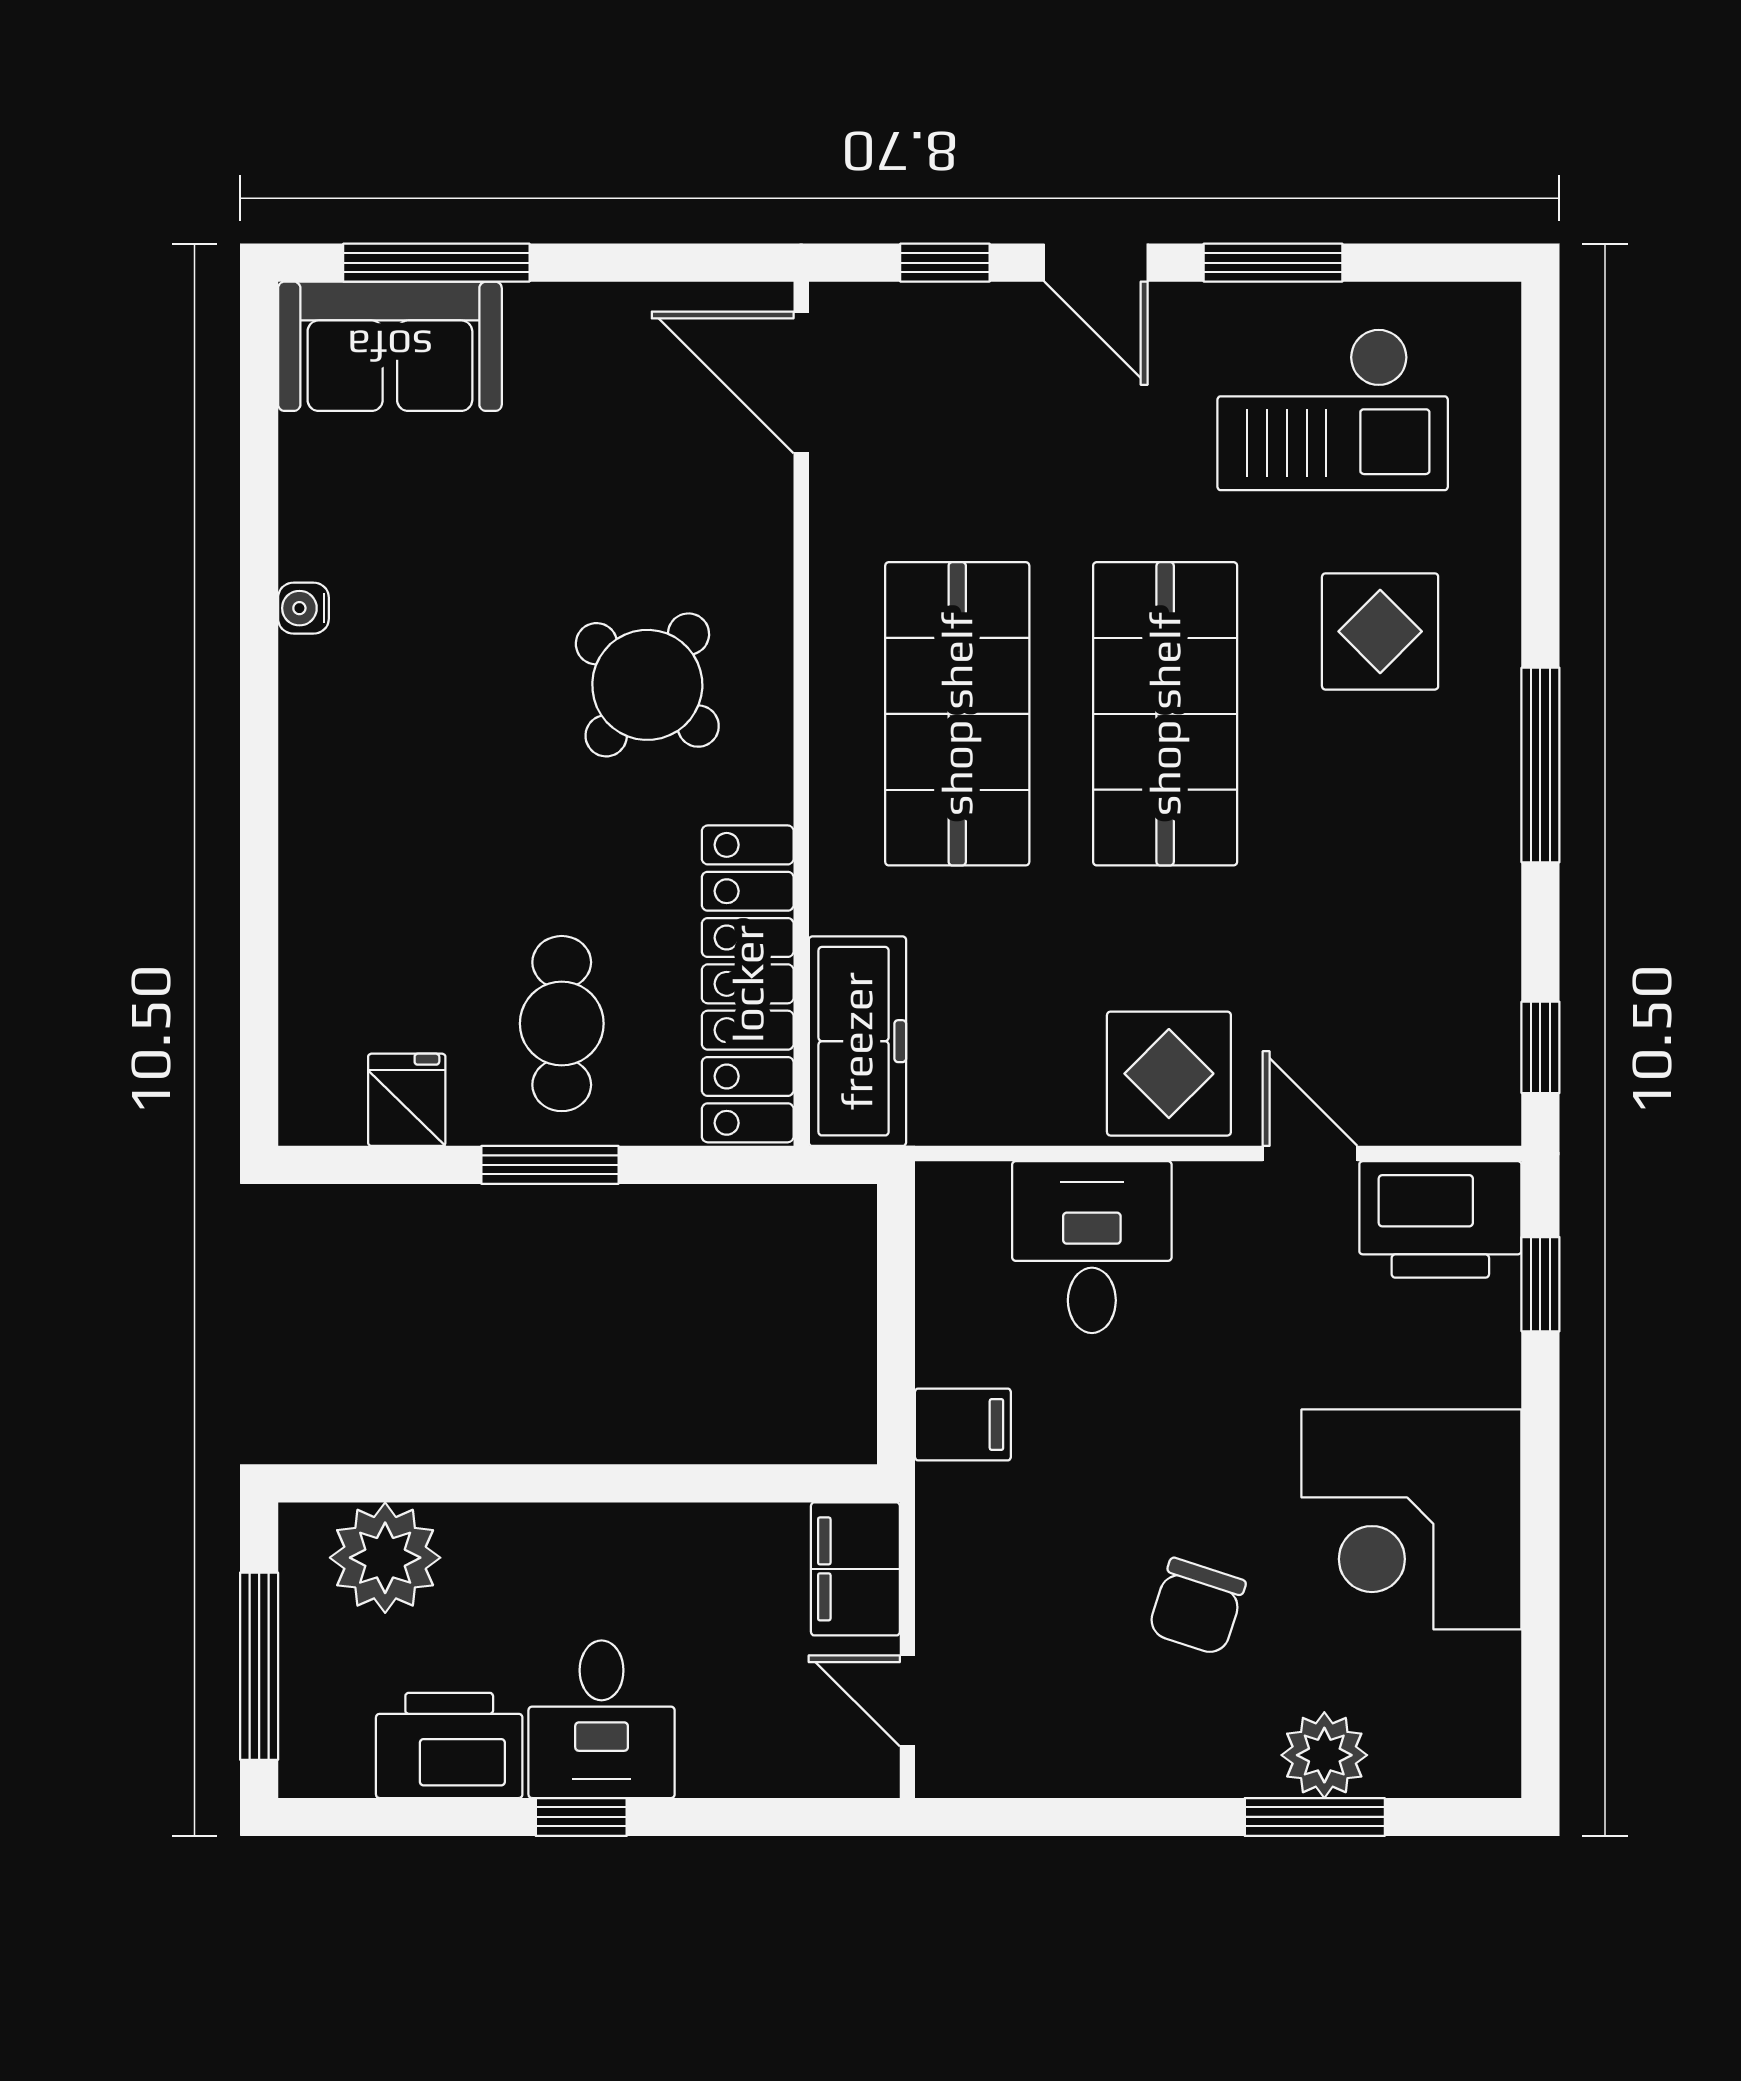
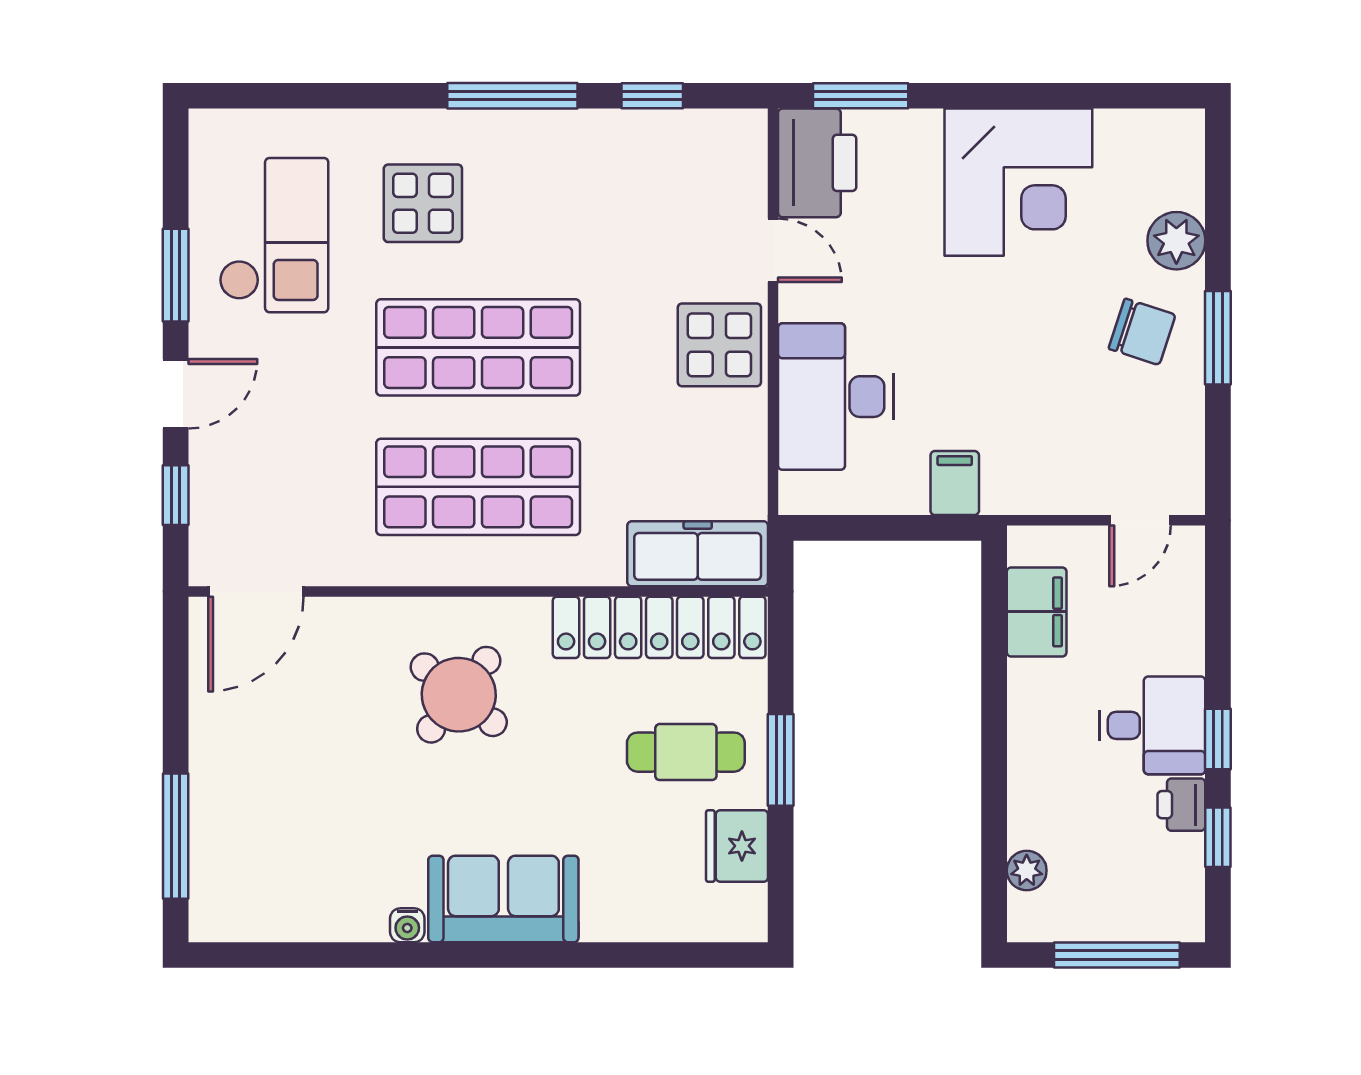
sofa: (390, 346) -> (503, 899), moved, turned -90
window: (1540, 1047) -> (652, 96), moved
fridge: (407, 1100) -> (737, 846), width x1.38
door: (1310, 1154) -> (773, 250), swing flipped
desk: (1092, 1247) -> (836, 397), width x1.37
window: (1540, 1284) -> (861, 96), width x1.50
plant: (385, 1558) -> (1027, 871), width x0.53, depth x0.53
filing cabinet: (855, 1569) -> (1037, 612), moved, turned -90
chair: (1197, 1607) -> (1142, 332), moved
printer: (449, 1745) -> (1181, 805), width x0.53, depth x0.68
window: (435, 1817) -> (1218, 837), added
window: (1315, 1817) -> (1218, 338), moved

